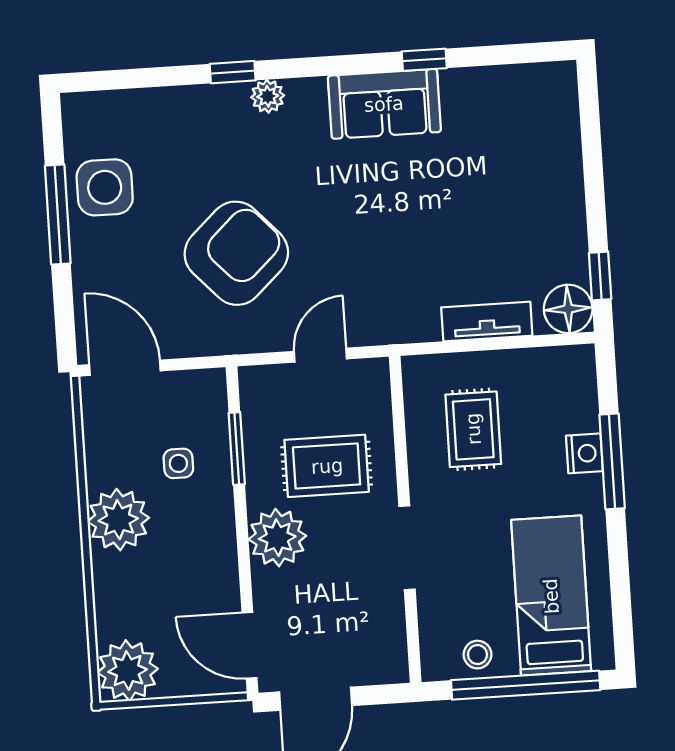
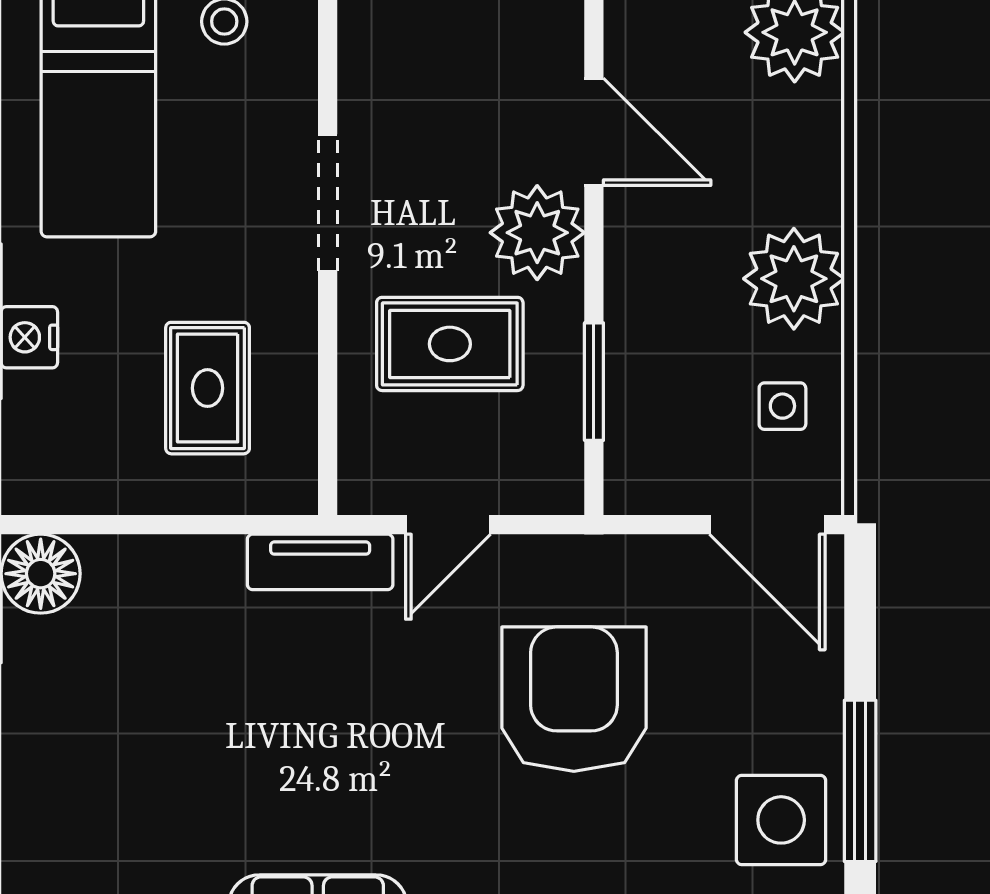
armchair: (236, 253) -> (574, 699), turned 133
tv unit: (487, 321) -> (320, 562), moved
side table: (178, 463) -> (782, 406), moved
door: (249, 645) -> (594, 132), moved

